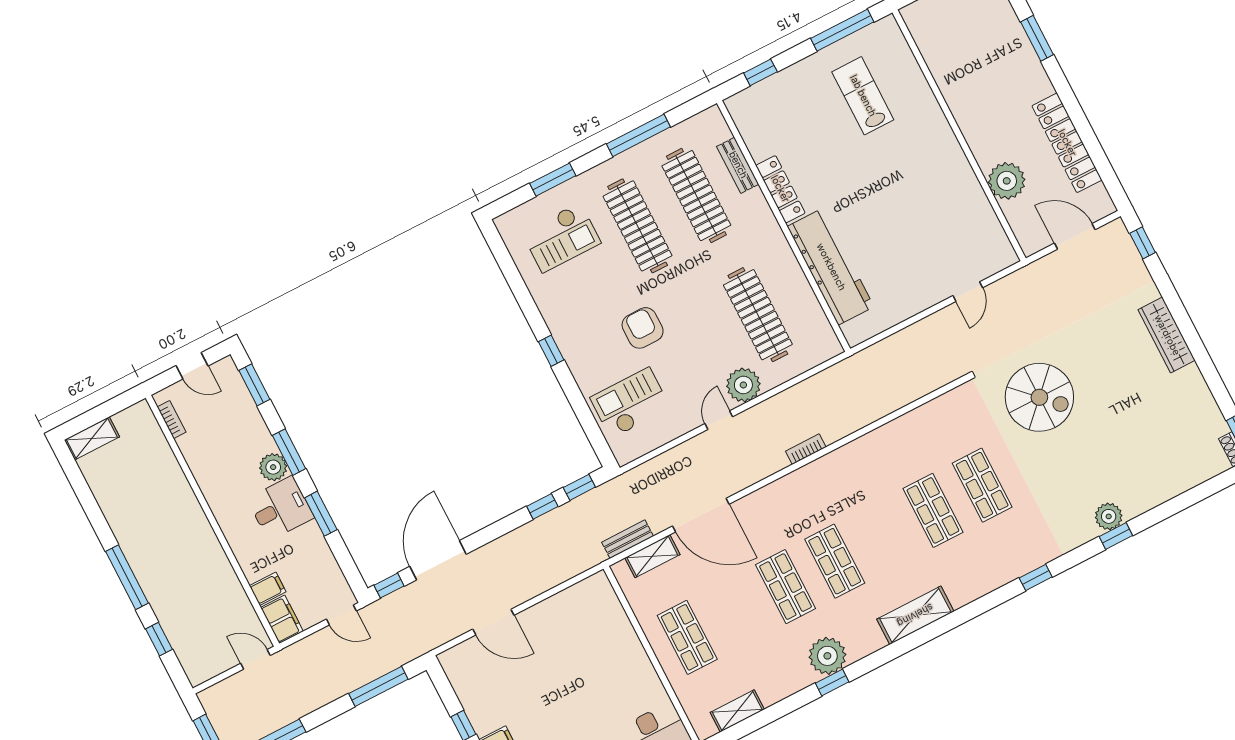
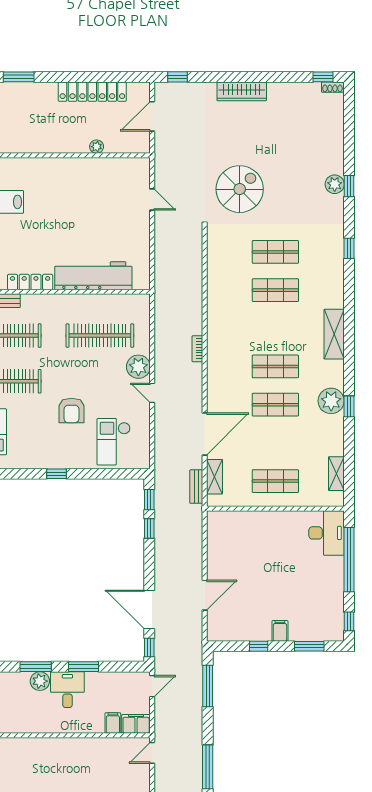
plant: (1007, 181) -> (97, 147), width x0.53, depth x0.53
armchair: (643, 328) -> (71, 410), turned -90

